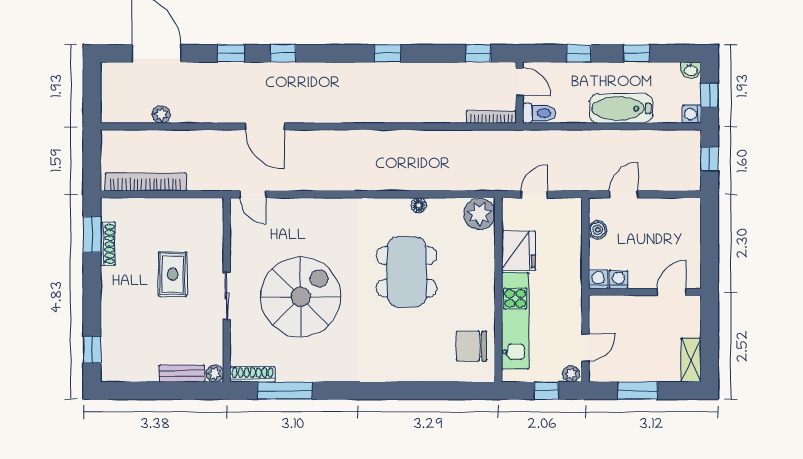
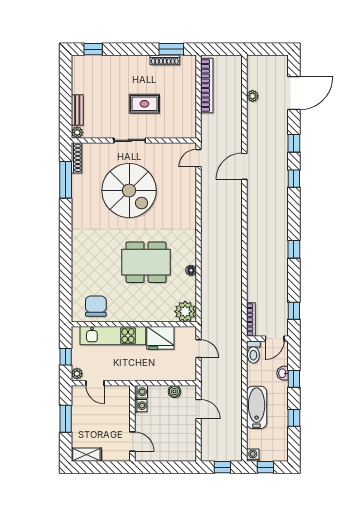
washbasin: (691, 70) -> (283, 373), moved

